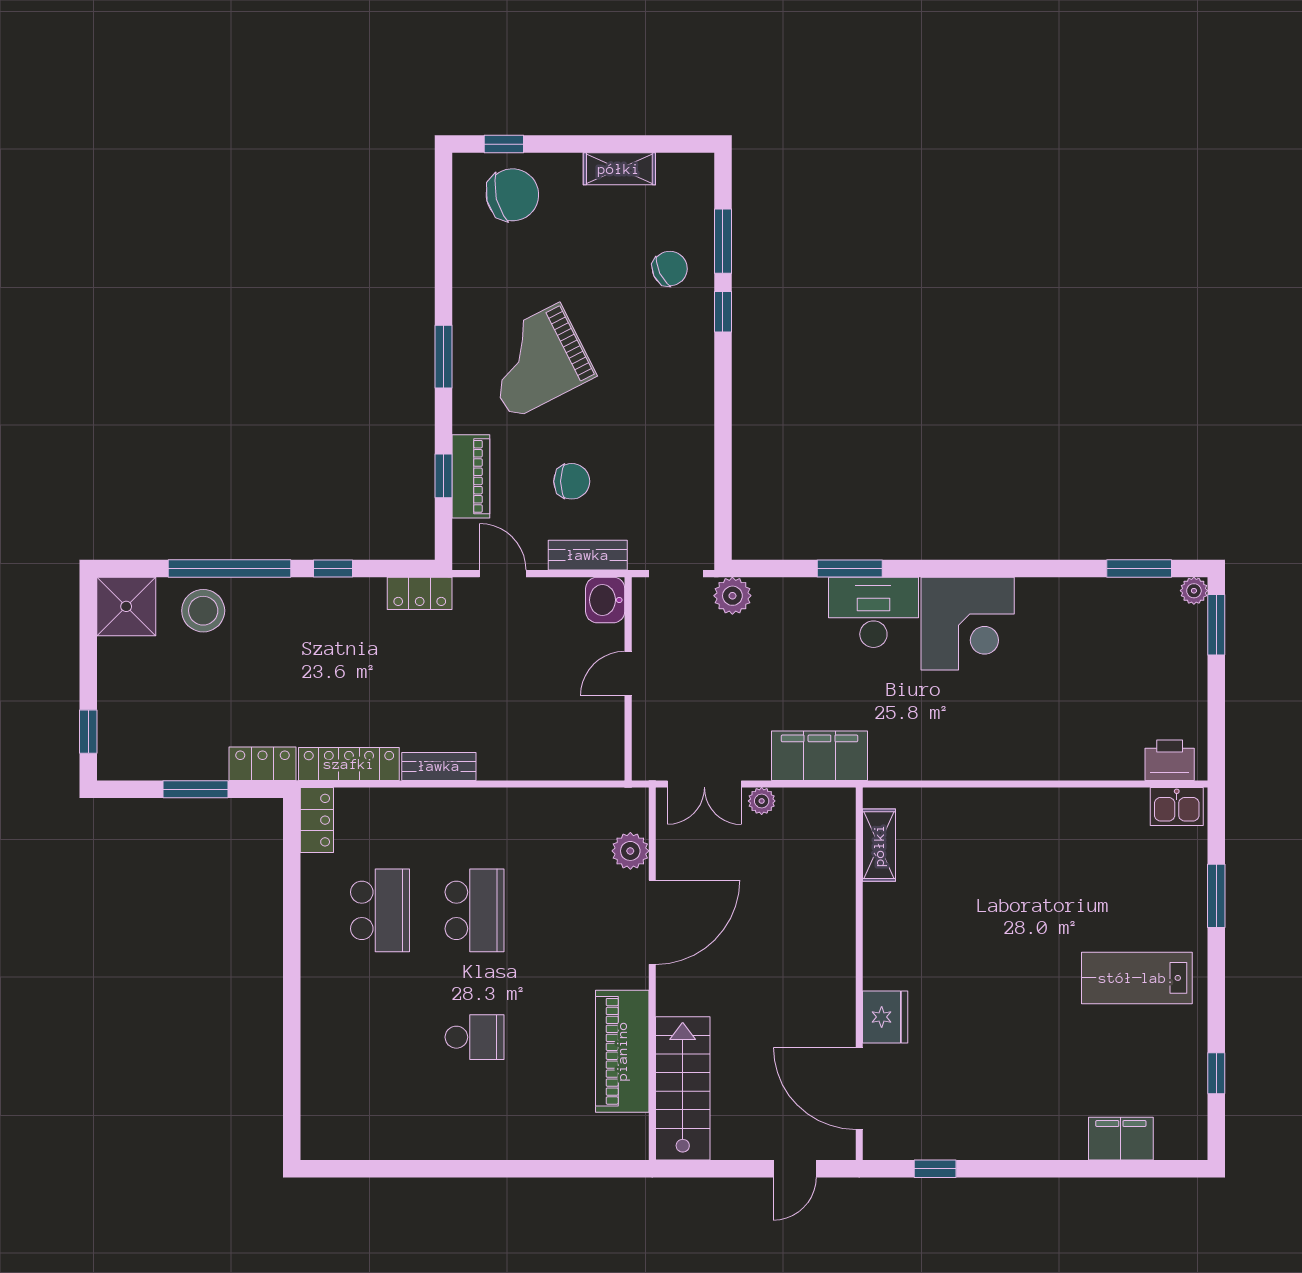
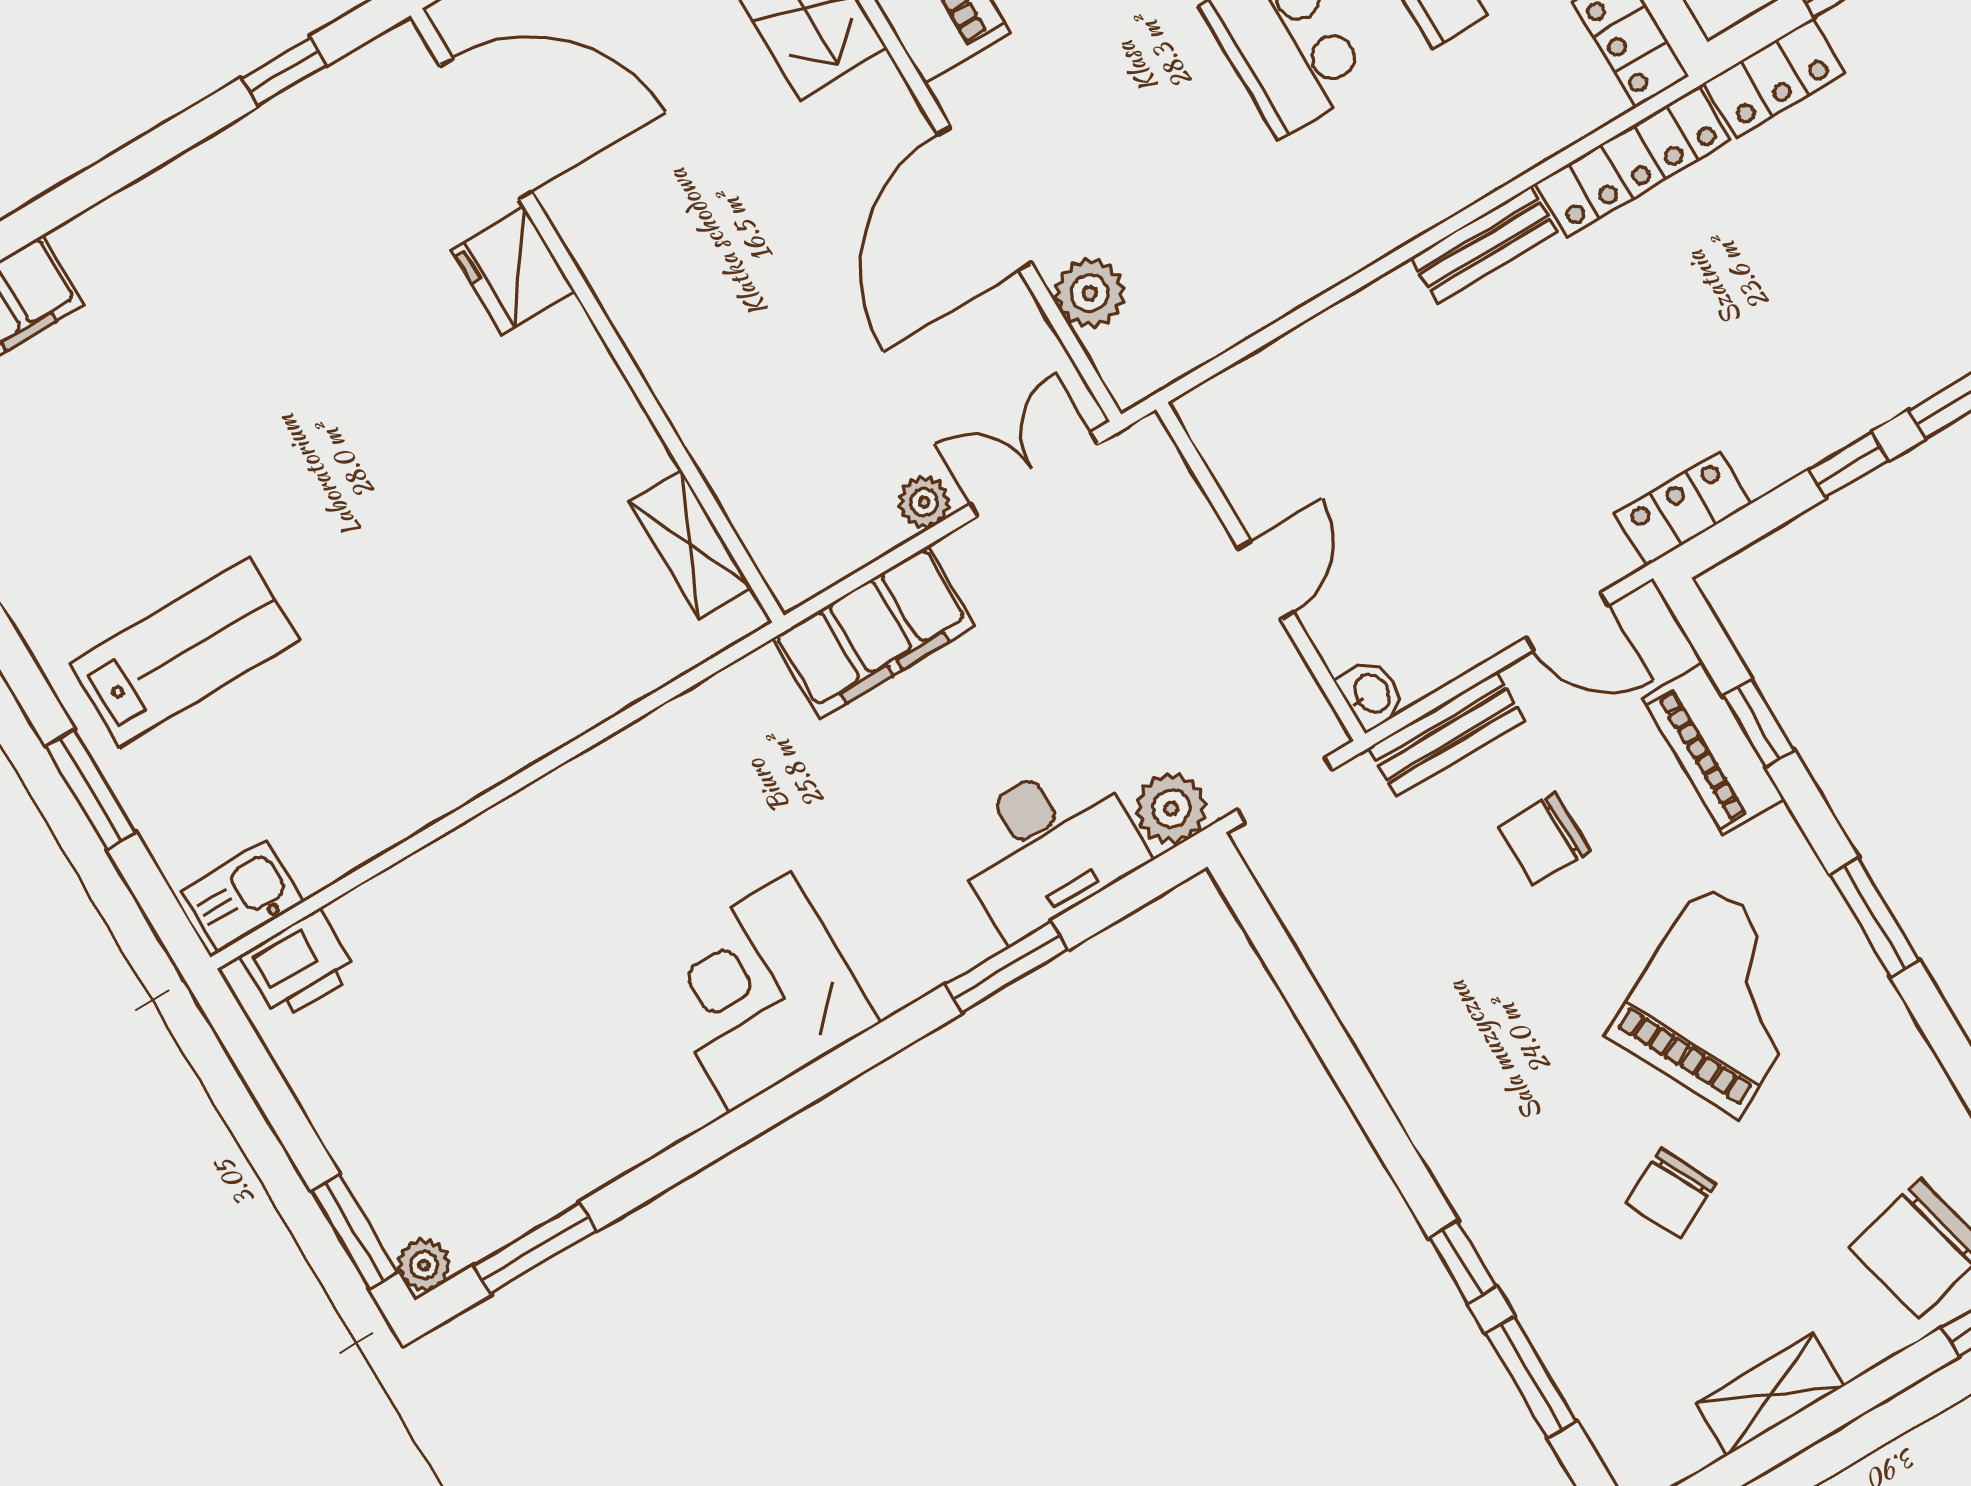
chair: (670, 269) -> (1671, 1193), moved
washbasin: (605, 600) -> (1371, 694), width x0.72, depth x0.69
desk: (873, 612) -> (1047, 846), moved
lab bench: (1137, 978) -> (185, 652), moved

